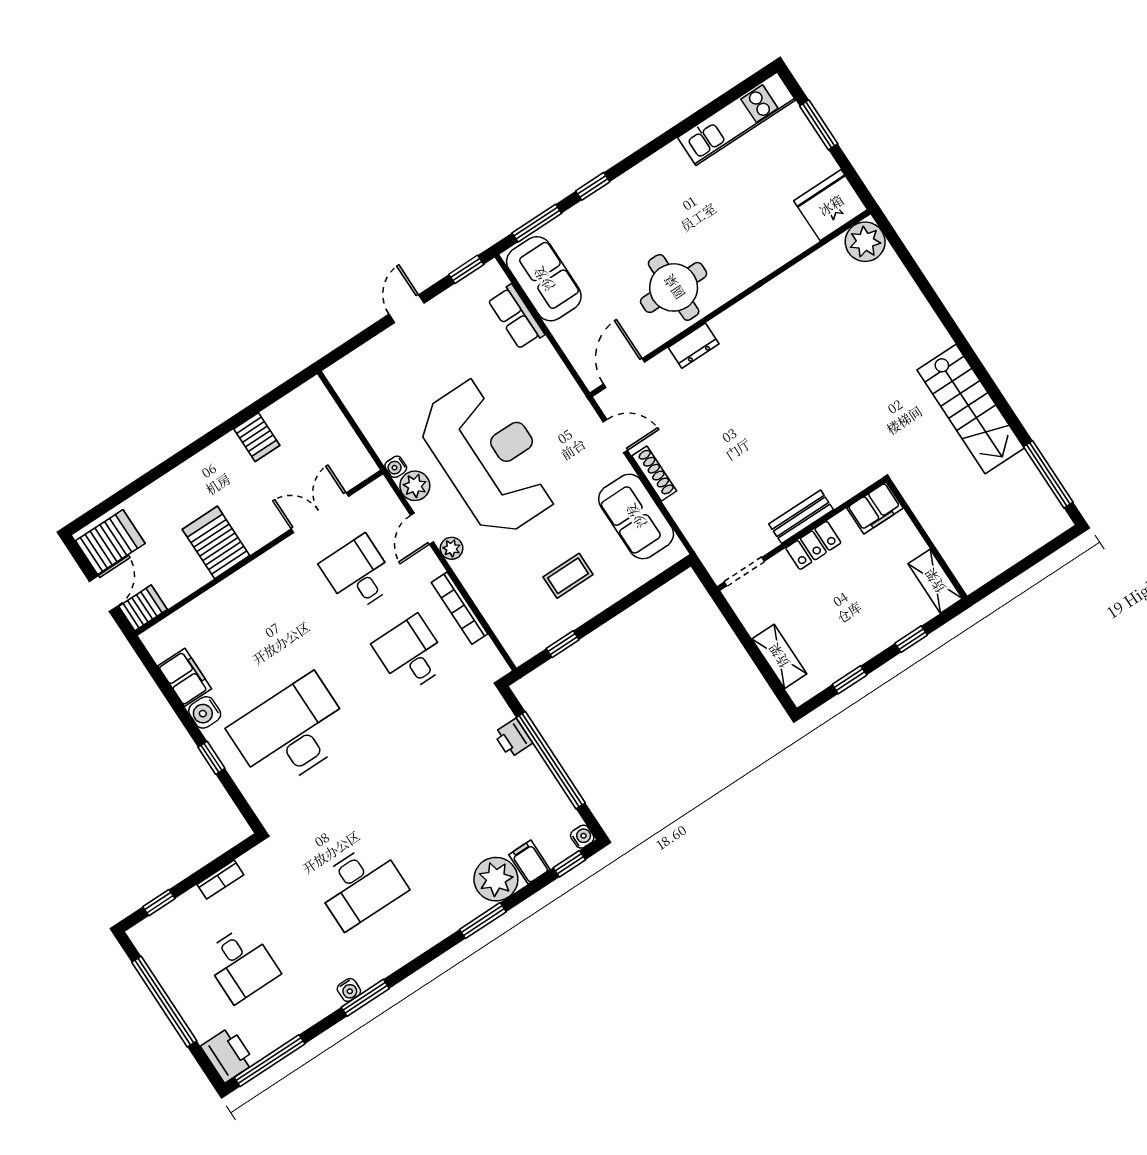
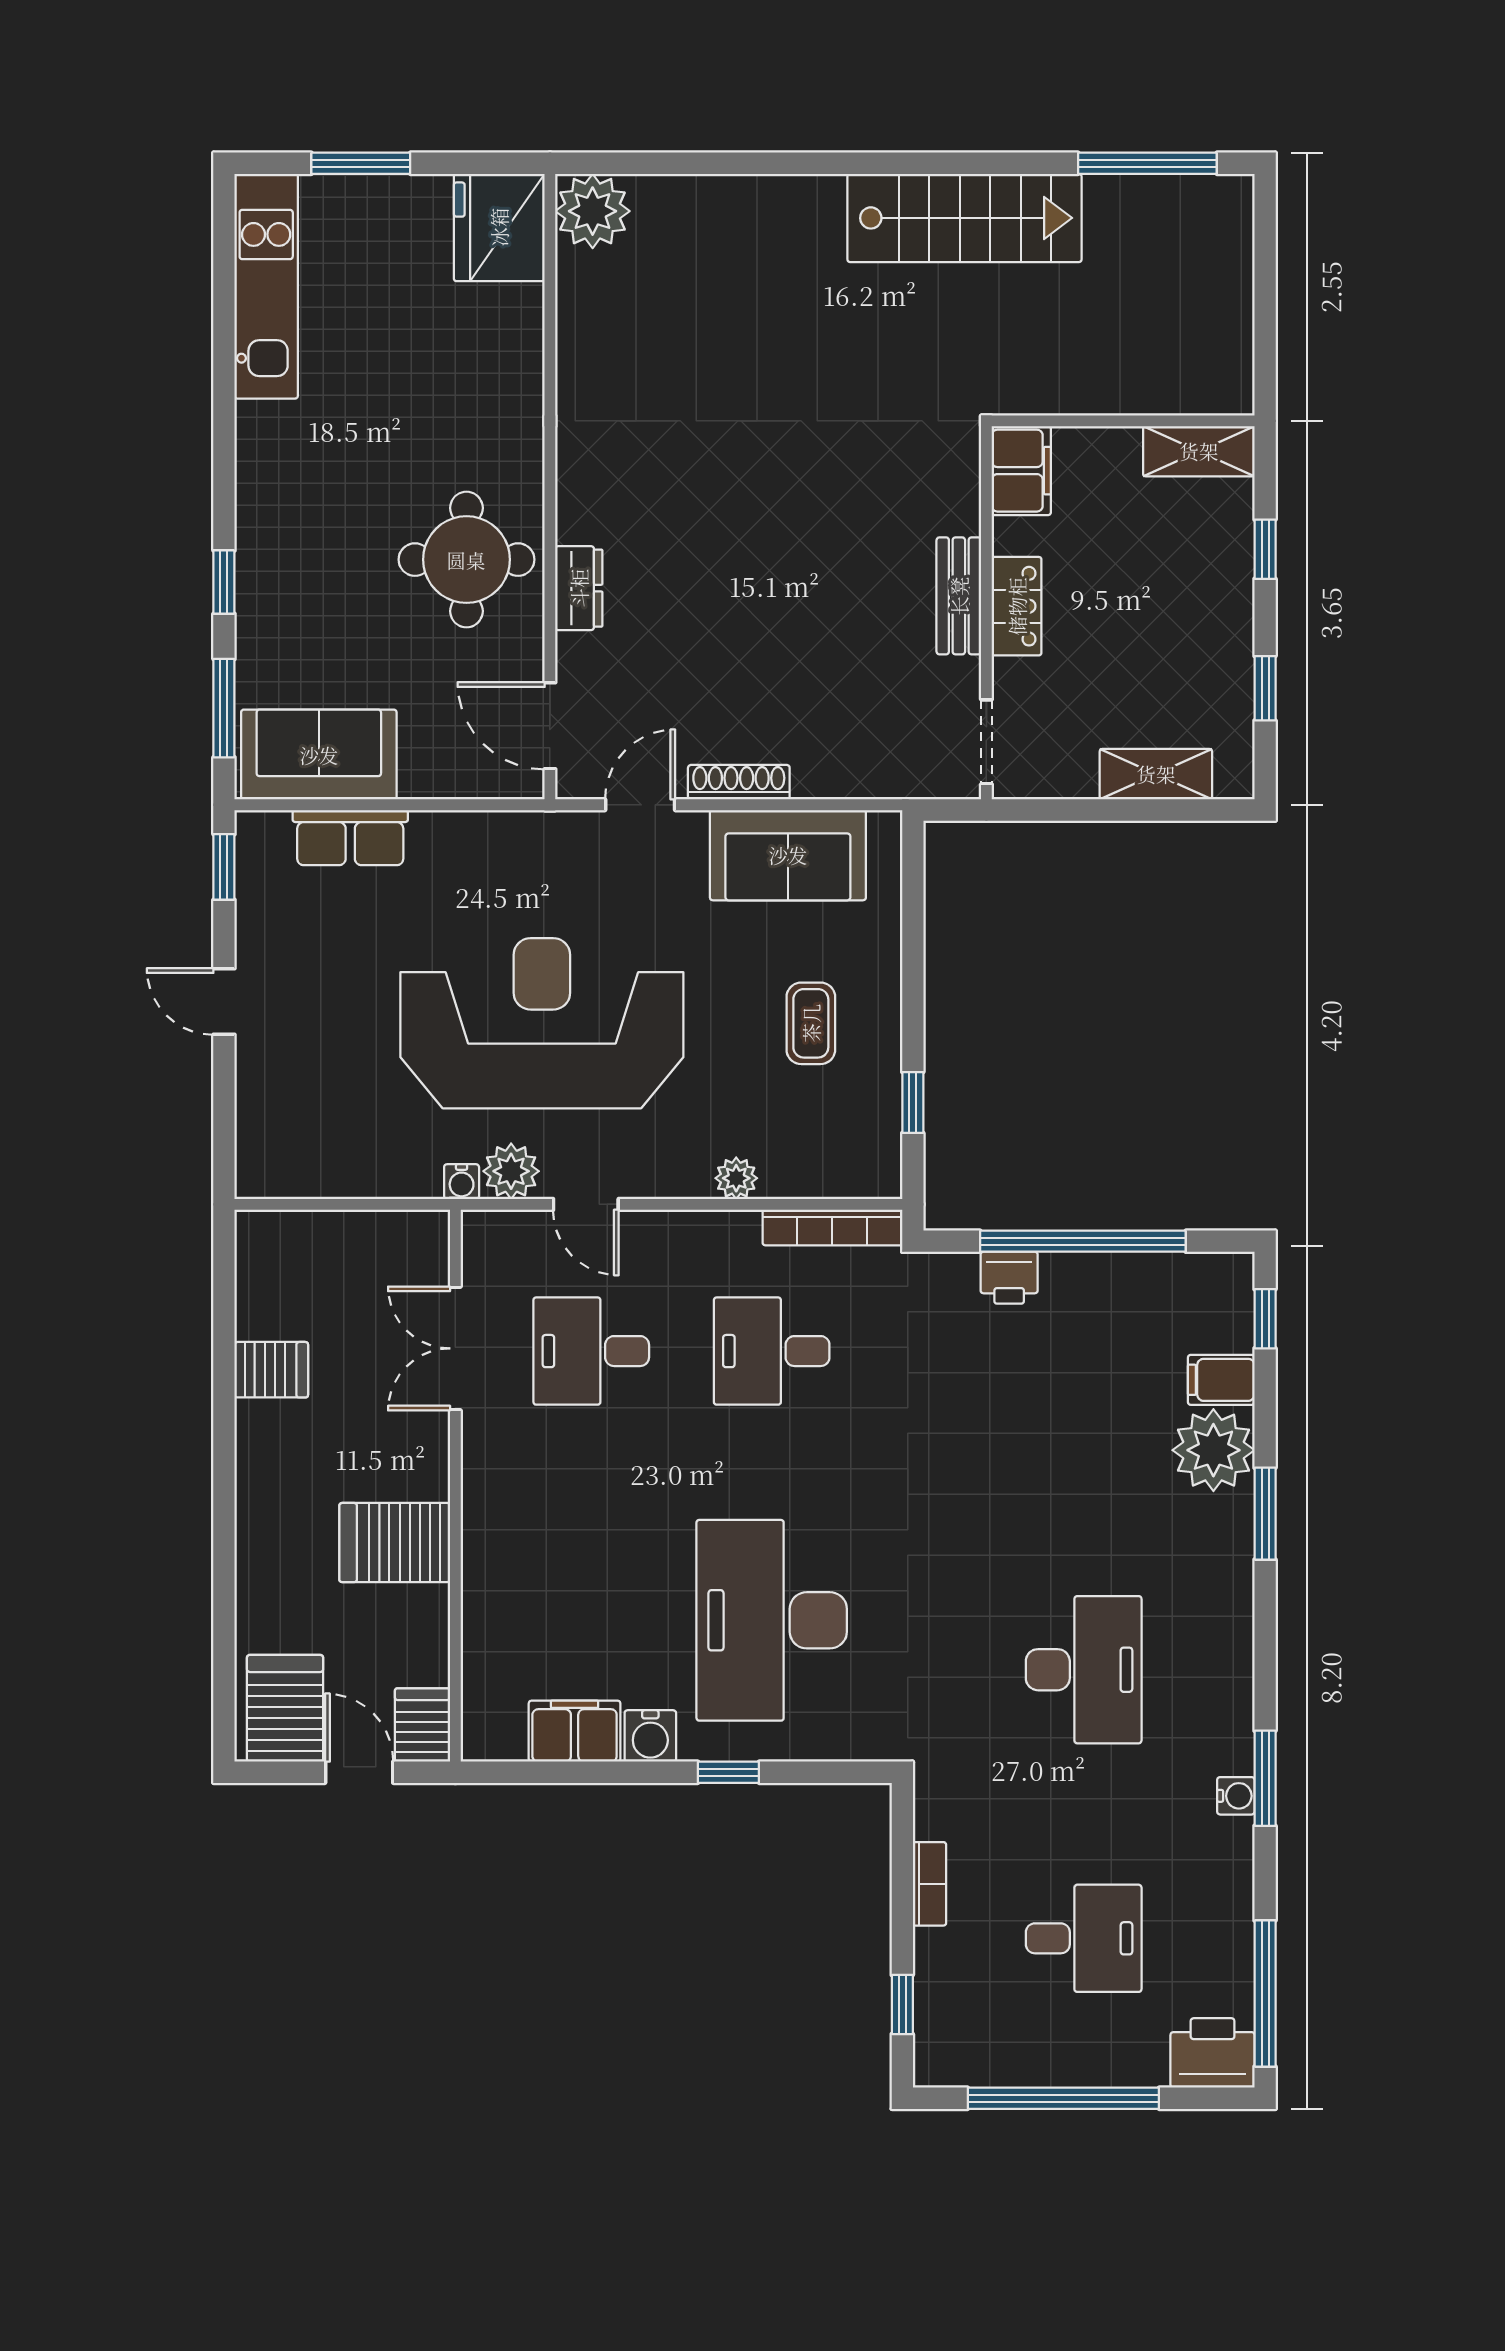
plant: (452, 548) -> (736, 1178), moved
bookcase: (459, 608) -> (832, 1228), moved
water cooler: (582, 837) -> (1236, 1270), removed

